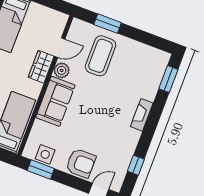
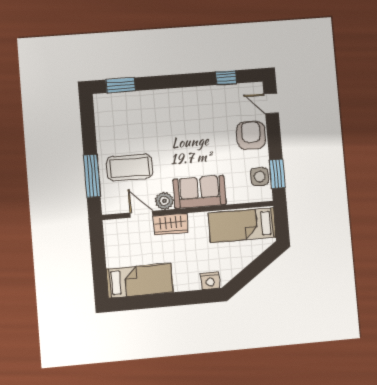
window: (108, 24) -> (92, 176), width x1.44
fireplace: (142, 115) -> (171, 96), removed

